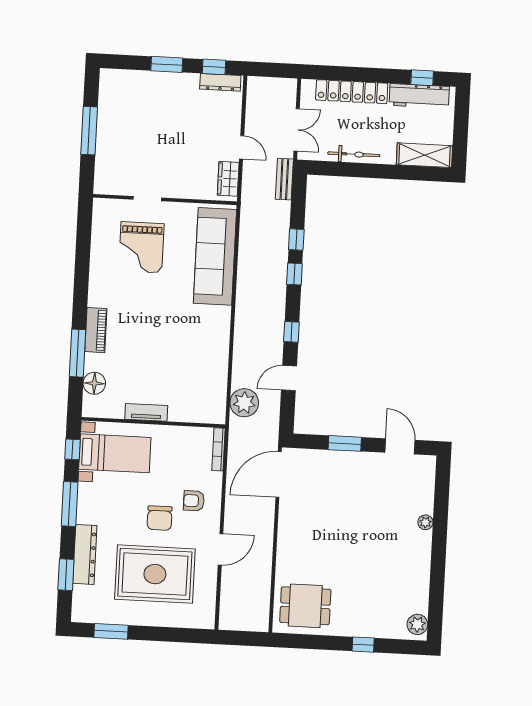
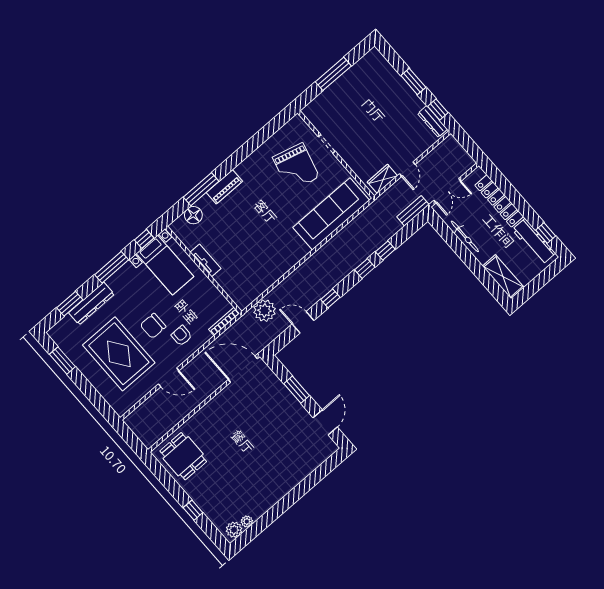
grand piano: (141, 247) -> (296, 167), turned -75
plant: (425, 522) -> (247, 521), moved

